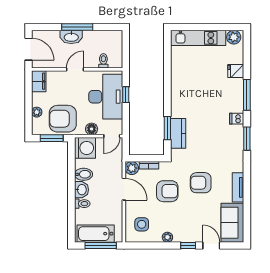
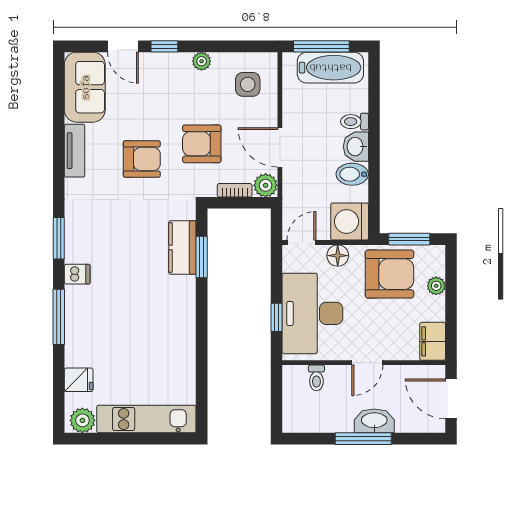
fridge: (236, 71) -> (79, 380), moved

